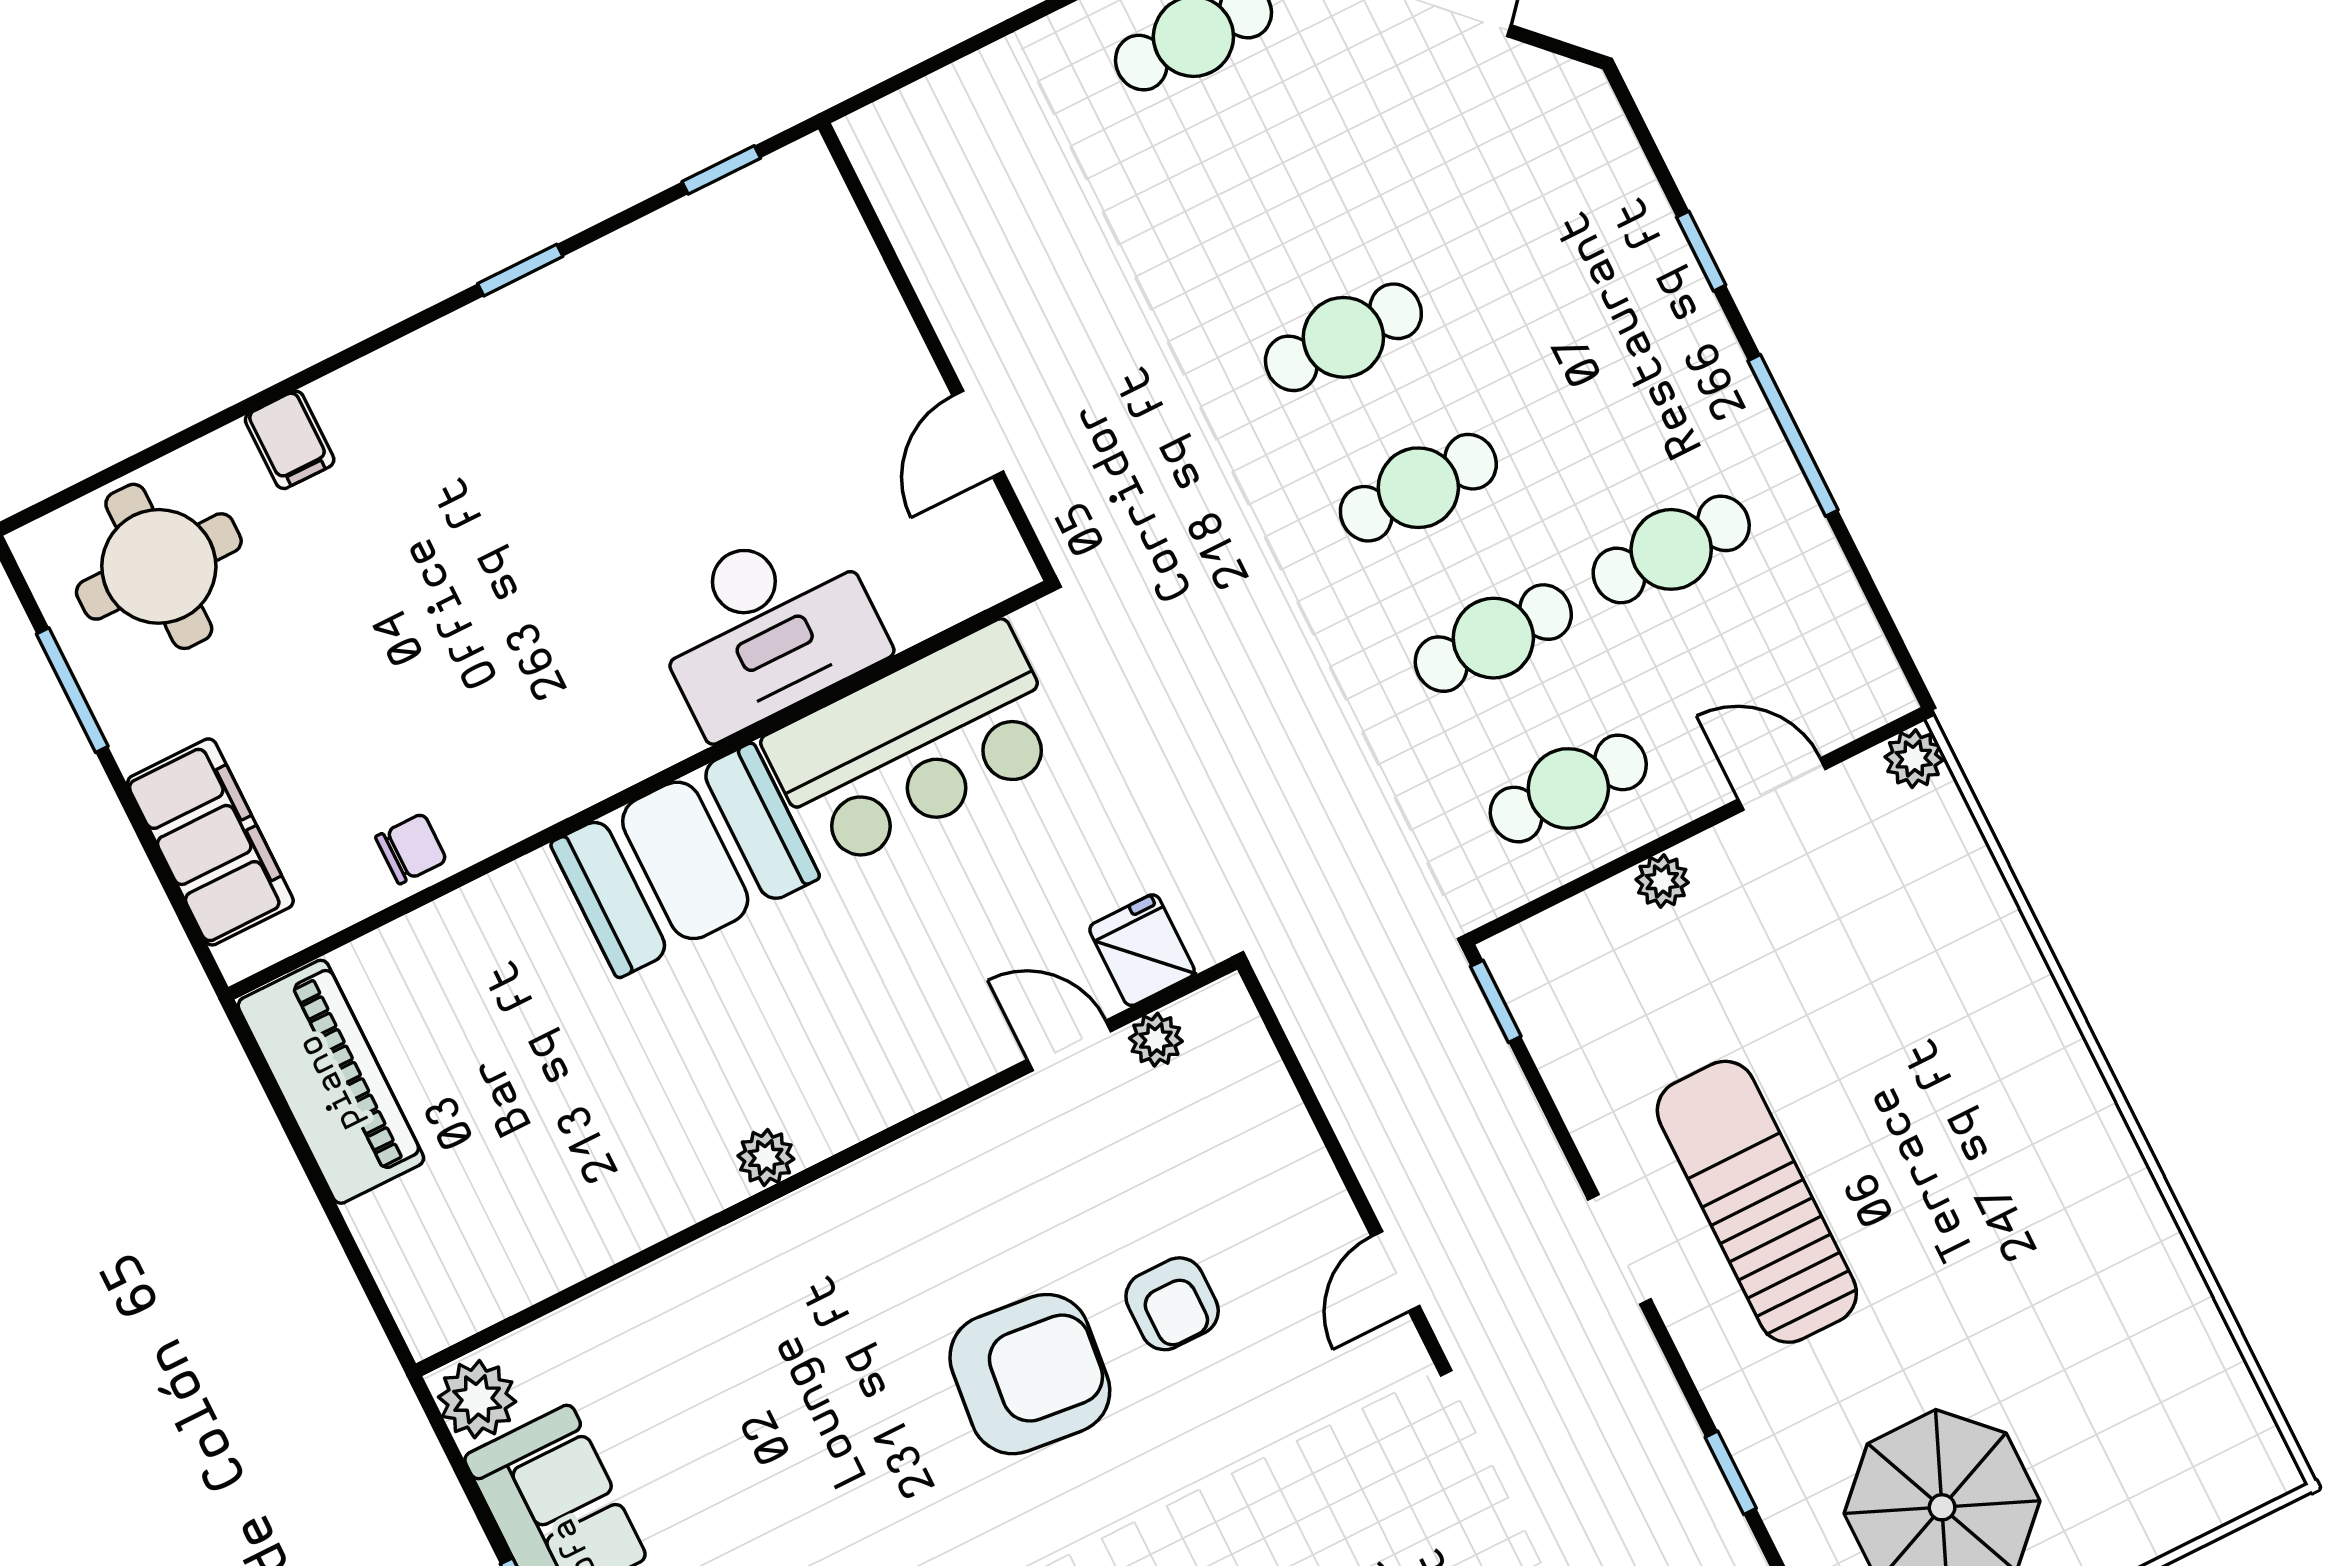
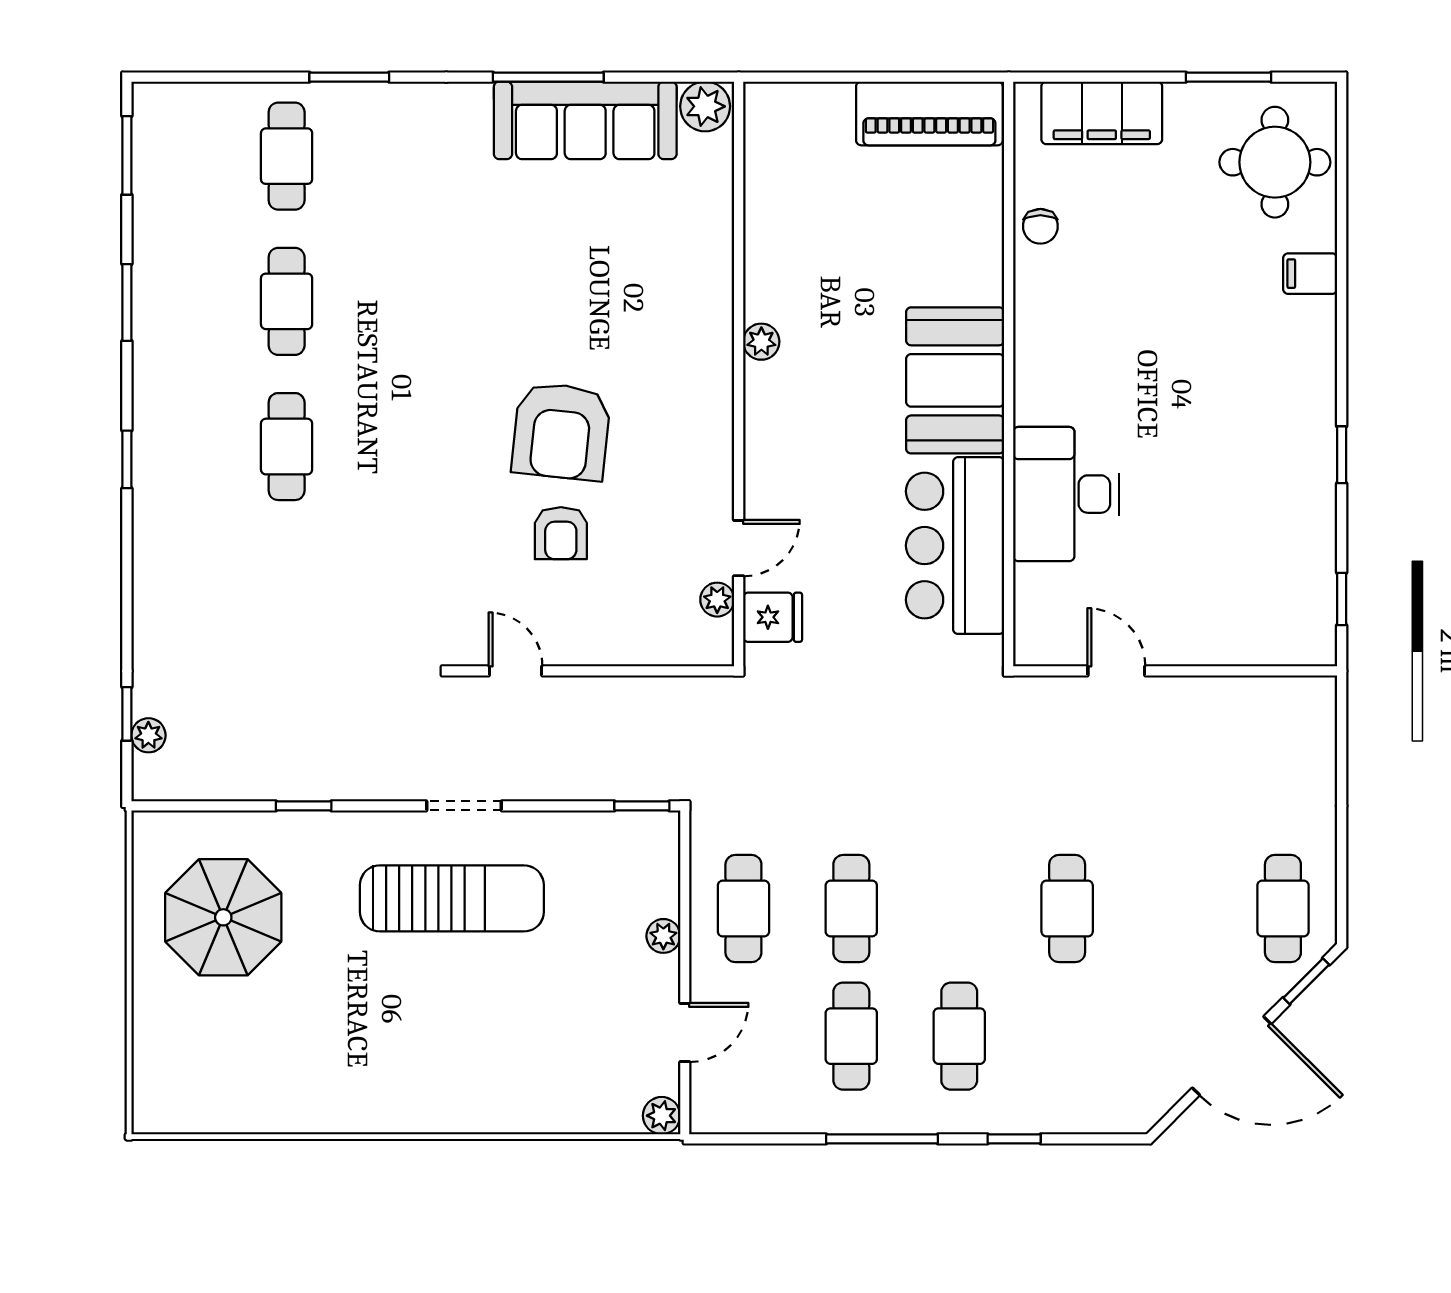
cafe table: (1418, 488) -> (959, 1036), moved
armchair: (1172, 1304) -> (561, 533), turned -90

